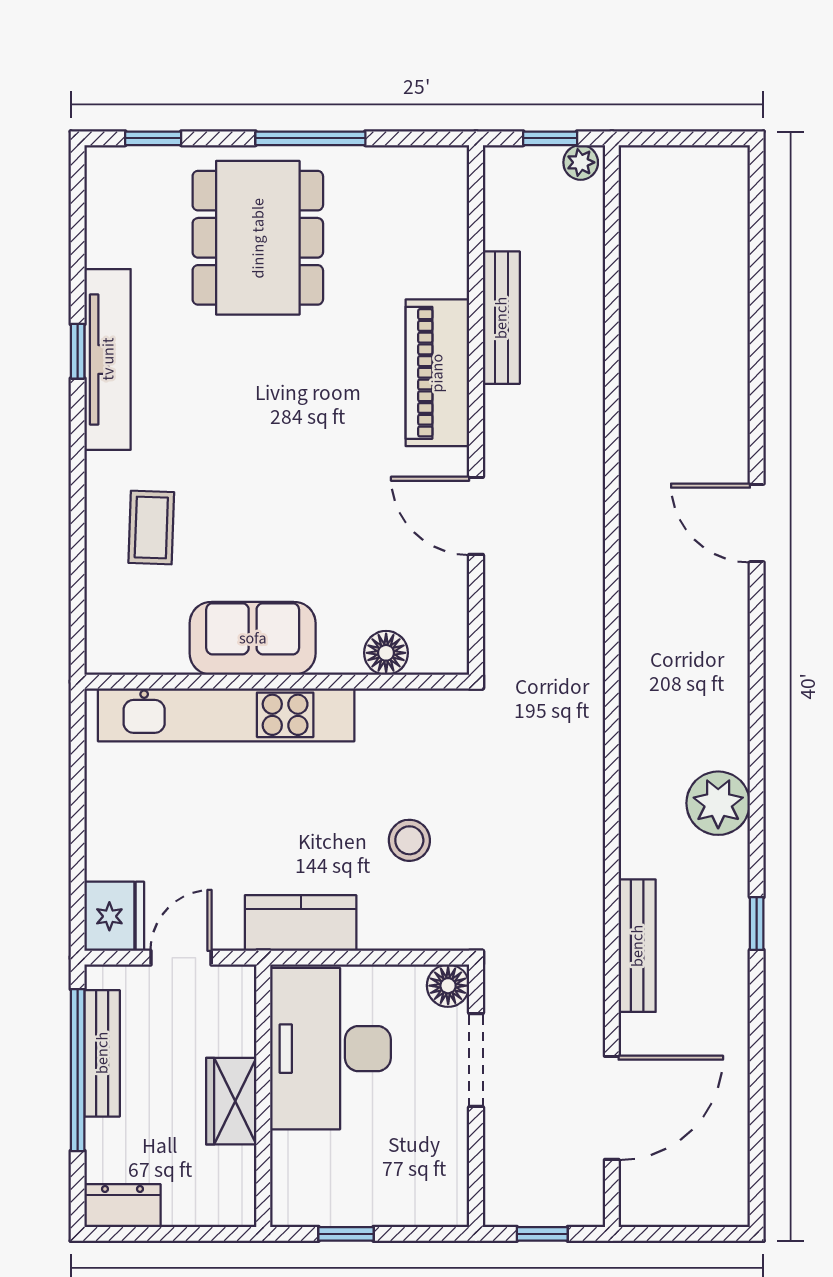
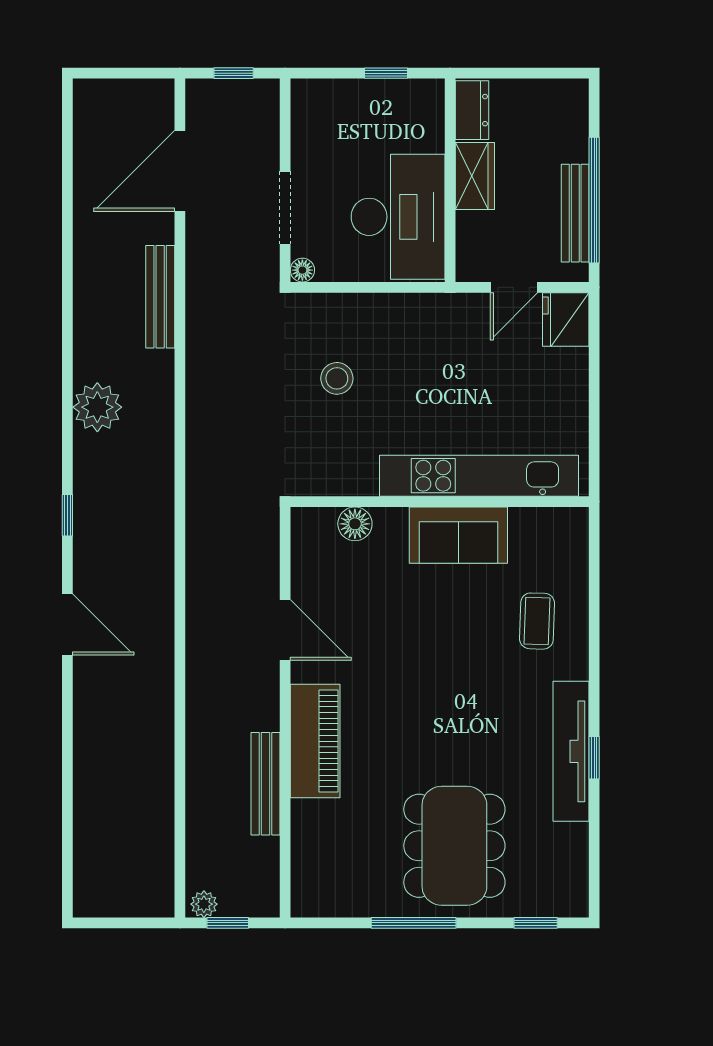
kitchen counter: (301, 923) -> (421, 314), removed
window: (757, 923) -> (67, 515), moved
floor lamp: (448, 986) -> (302, 270), width x0.73, depth x0.73
dresser: (122, 1206) -> (472, 110), moved, turned -90

